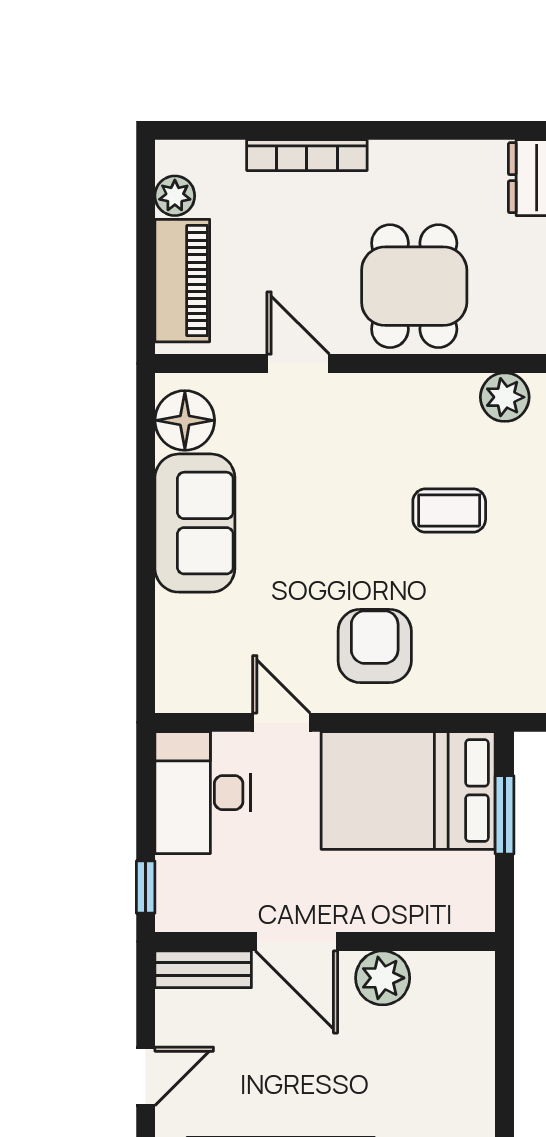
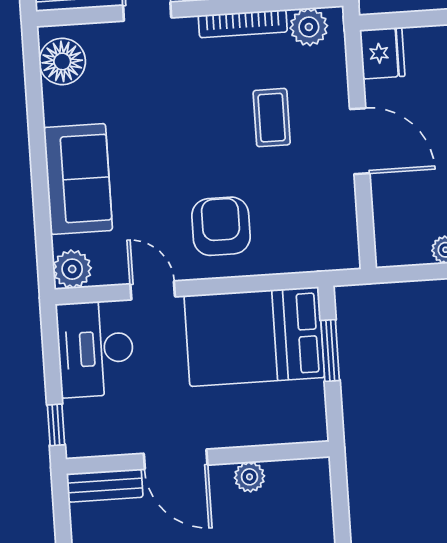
bookcase: (420, 387) -> (243, 24), added
coffee table: (449, 510) -> (272, 118), turned 90
sofa: (195, 523) -> (78, 179), moved
plant: (180, 688) -> (72, 269), added
plant: (383, 978) -> (249, 477), width x0.73, depth x0.73

